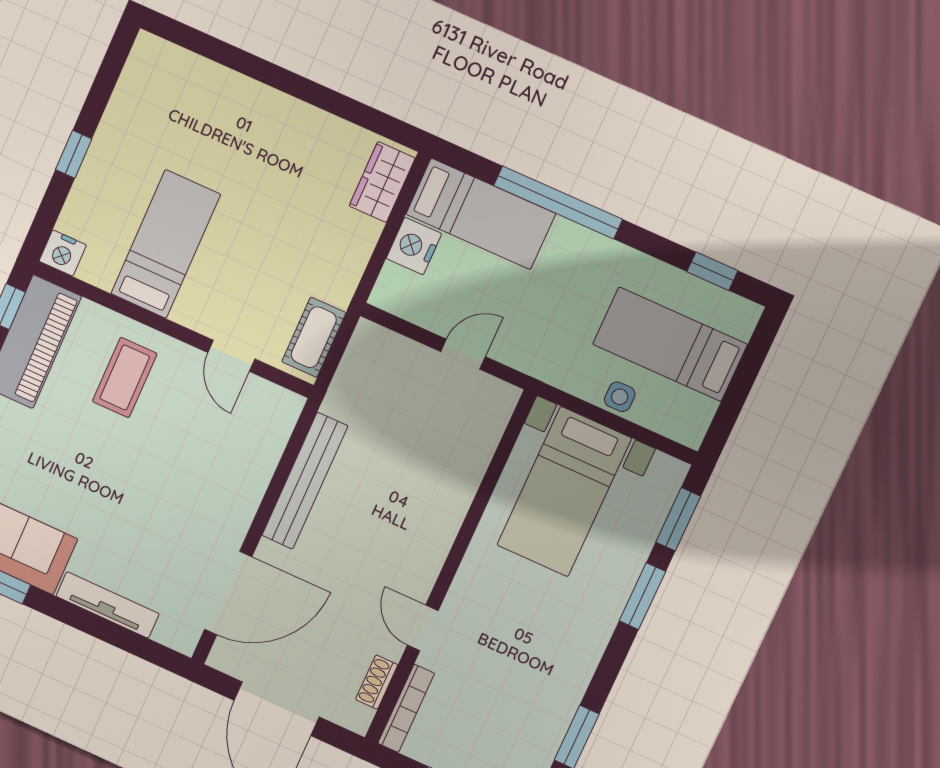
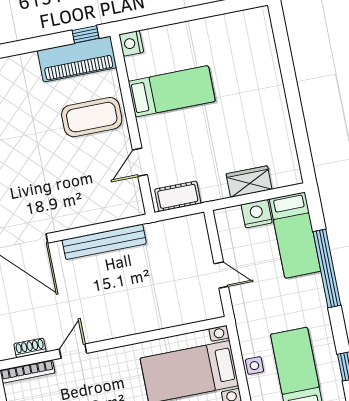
window: (74, 154) -> (184, 15), removed
wardrobe: (382, 182) -> (249, 182), moved
coffee table: (125, 378) -> (92, 117), width x1.36, depth x1.32

